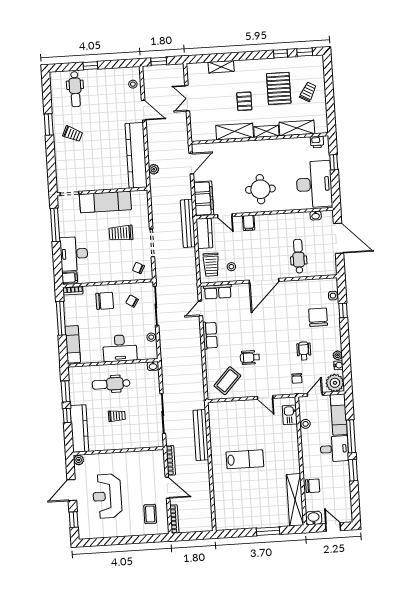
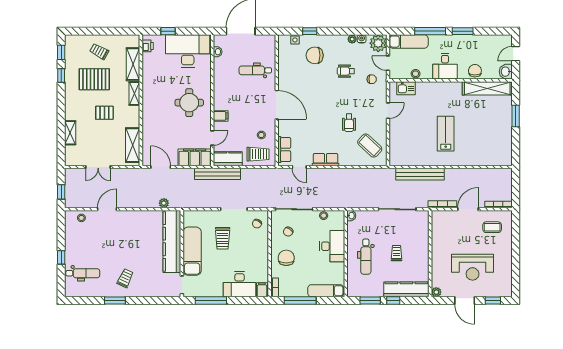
shelving: (235, 131) -> (133, 145), moved
kitchen counter: (136, 155) -> (172, 241), moved, turned 90
desk: (334, 449) -> (445, 66), moved, turned 180

